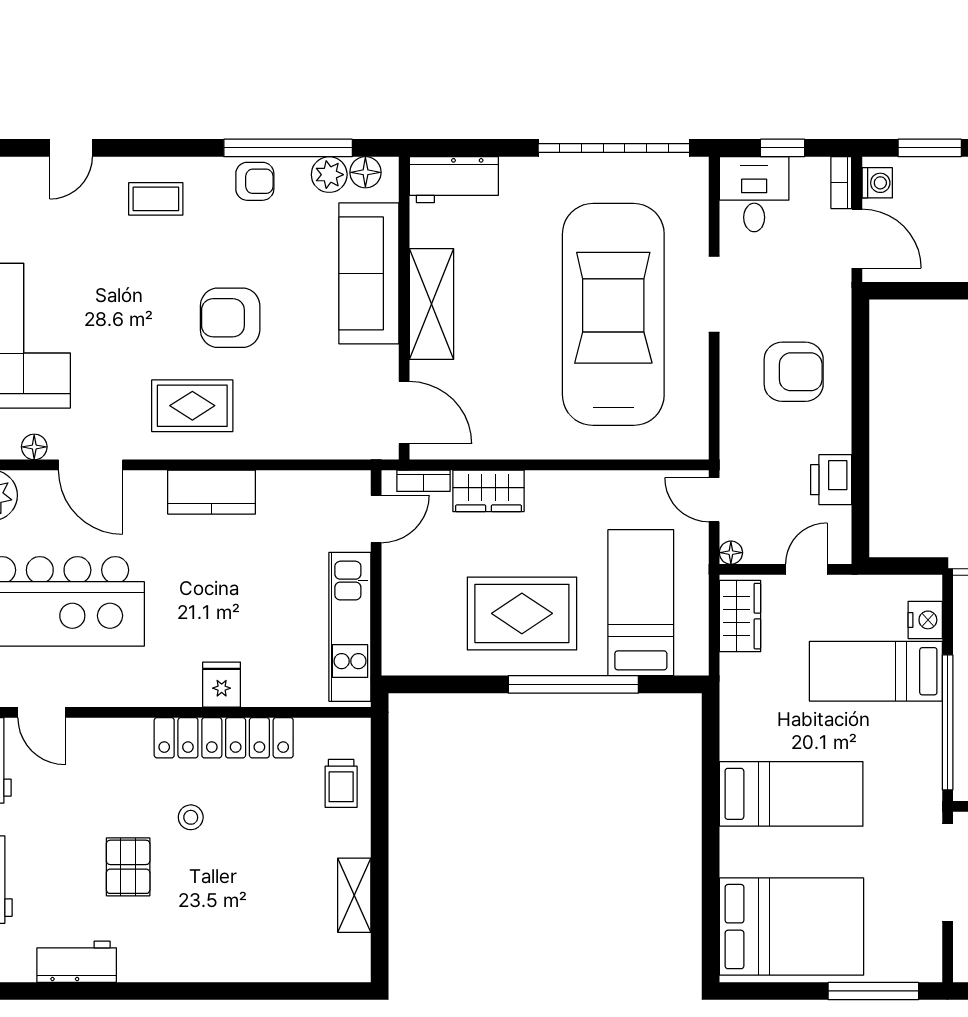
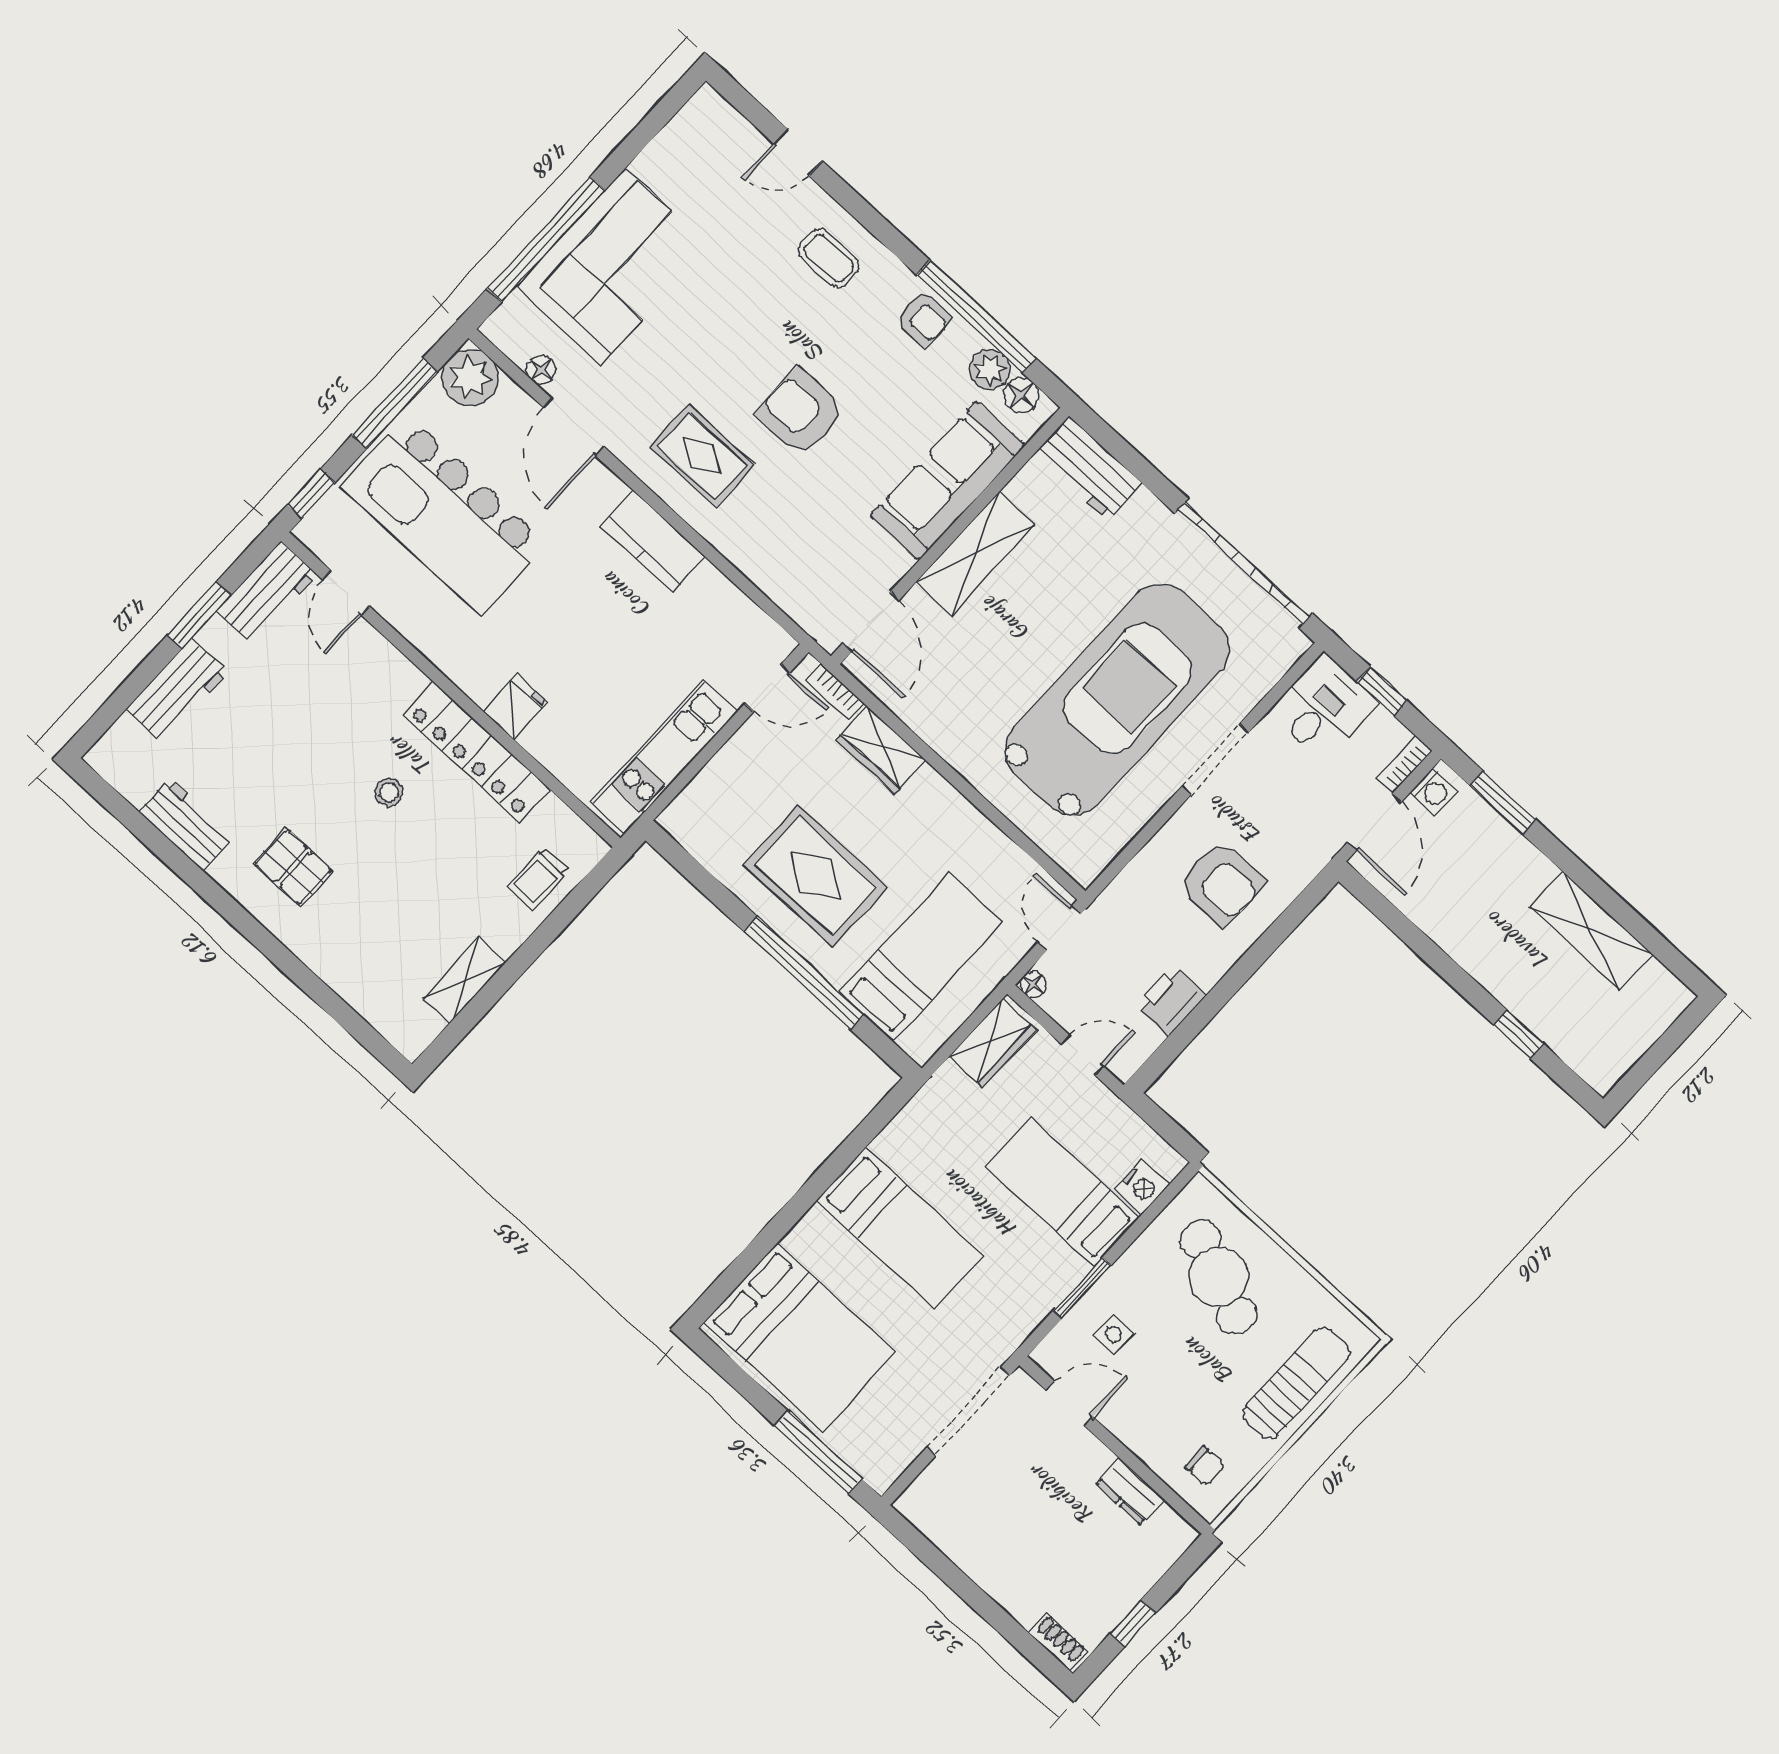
window: (948, 722) -> (1082, 1288), width x0.47
pallet: (128, 867) -> (293, 867), moved, turned 90

